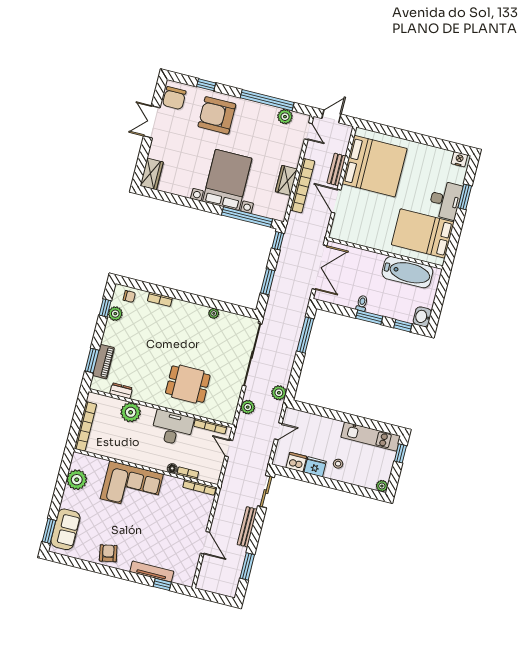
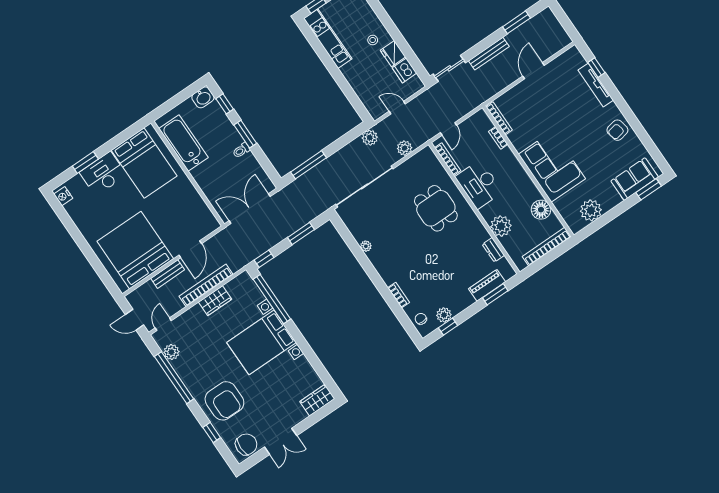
floor lamp: (172, 468) -> (541, 210), moved, width x1.89, depth x1.89

